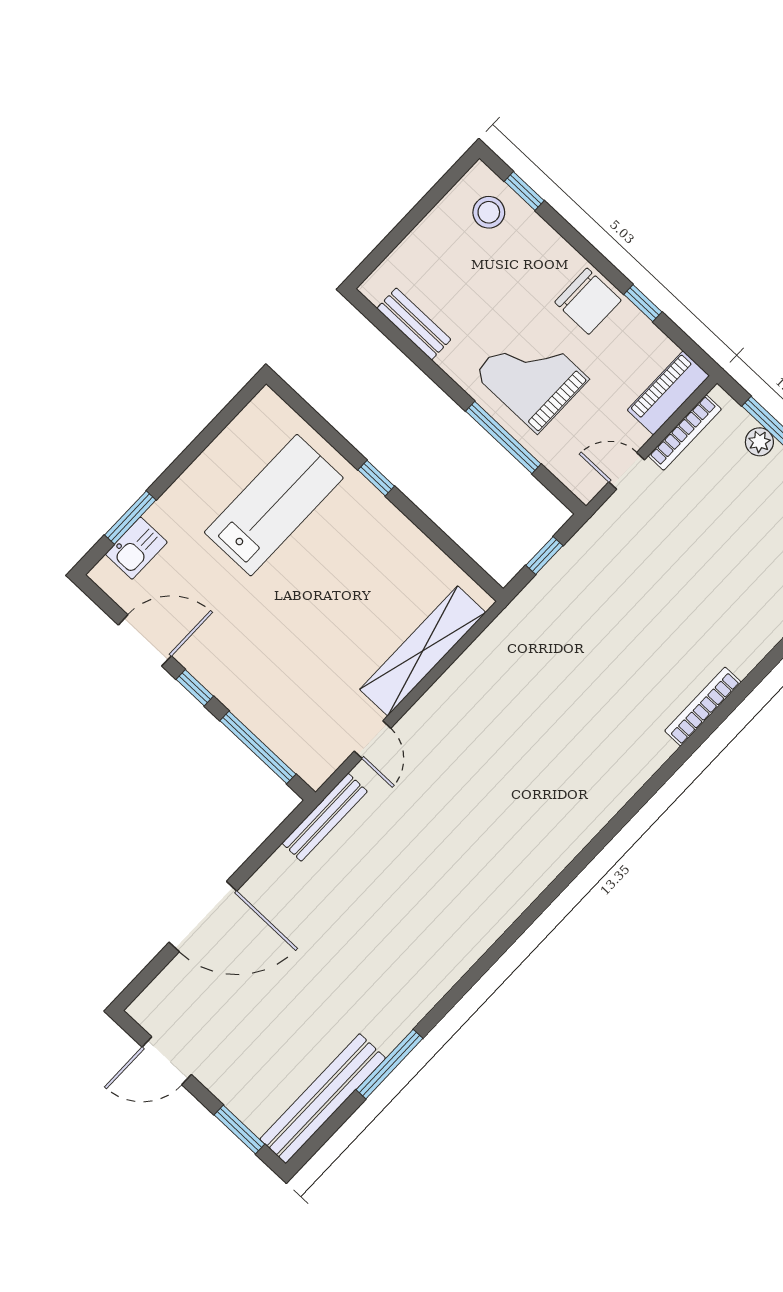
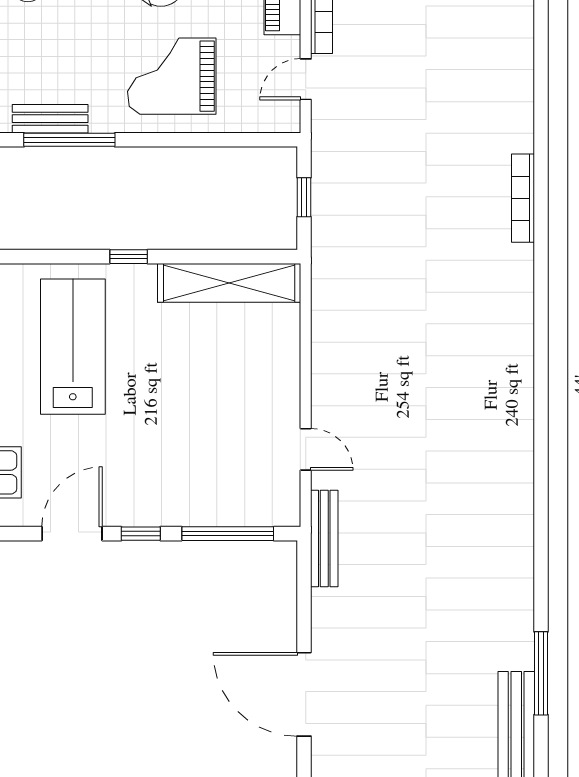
window: (503, 438) -> (69, 140), moved
shelving: (423, 651) -> (229, 283), moved, turned 90
door: (203, 917) -> (304, 694), swing flipped

